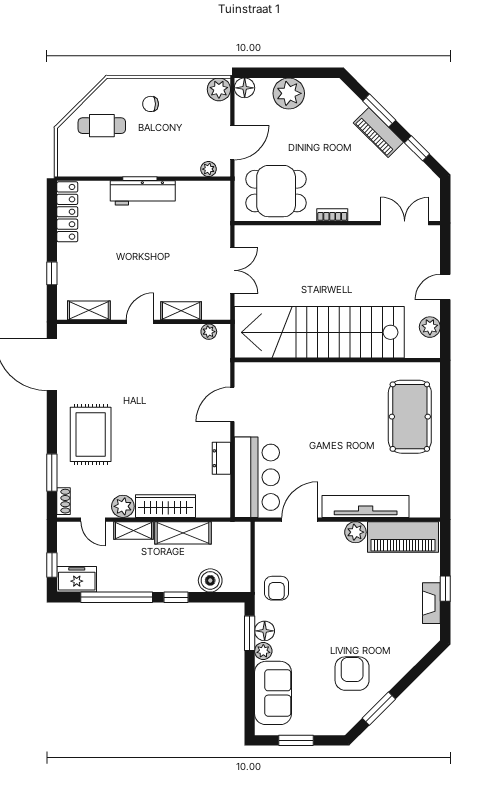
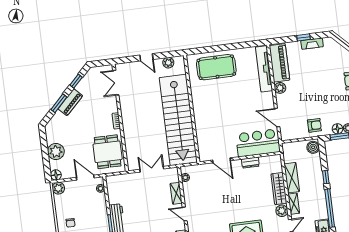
tv unit: (366, 506) -> (264, 69), moved
boiler: (210, 580) -> (313, 147), moved

